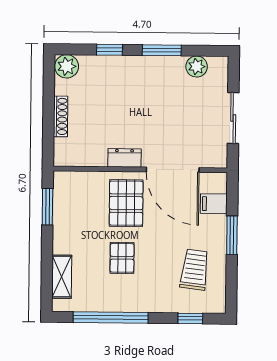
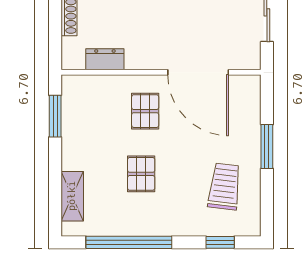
dresser: (124, 158) -> (105, 59), moved
pallet: (126, 203) -> (145, 111), width x0.67, depth x0.71
filing cabinet: (214, 204) -> (246, 111), removed

